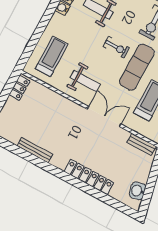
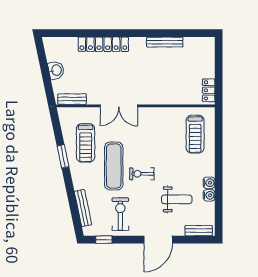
weight bench: (85, 81) -> (153, 129), removed
washbasin: (138, 191) -> (56, 70), moved

